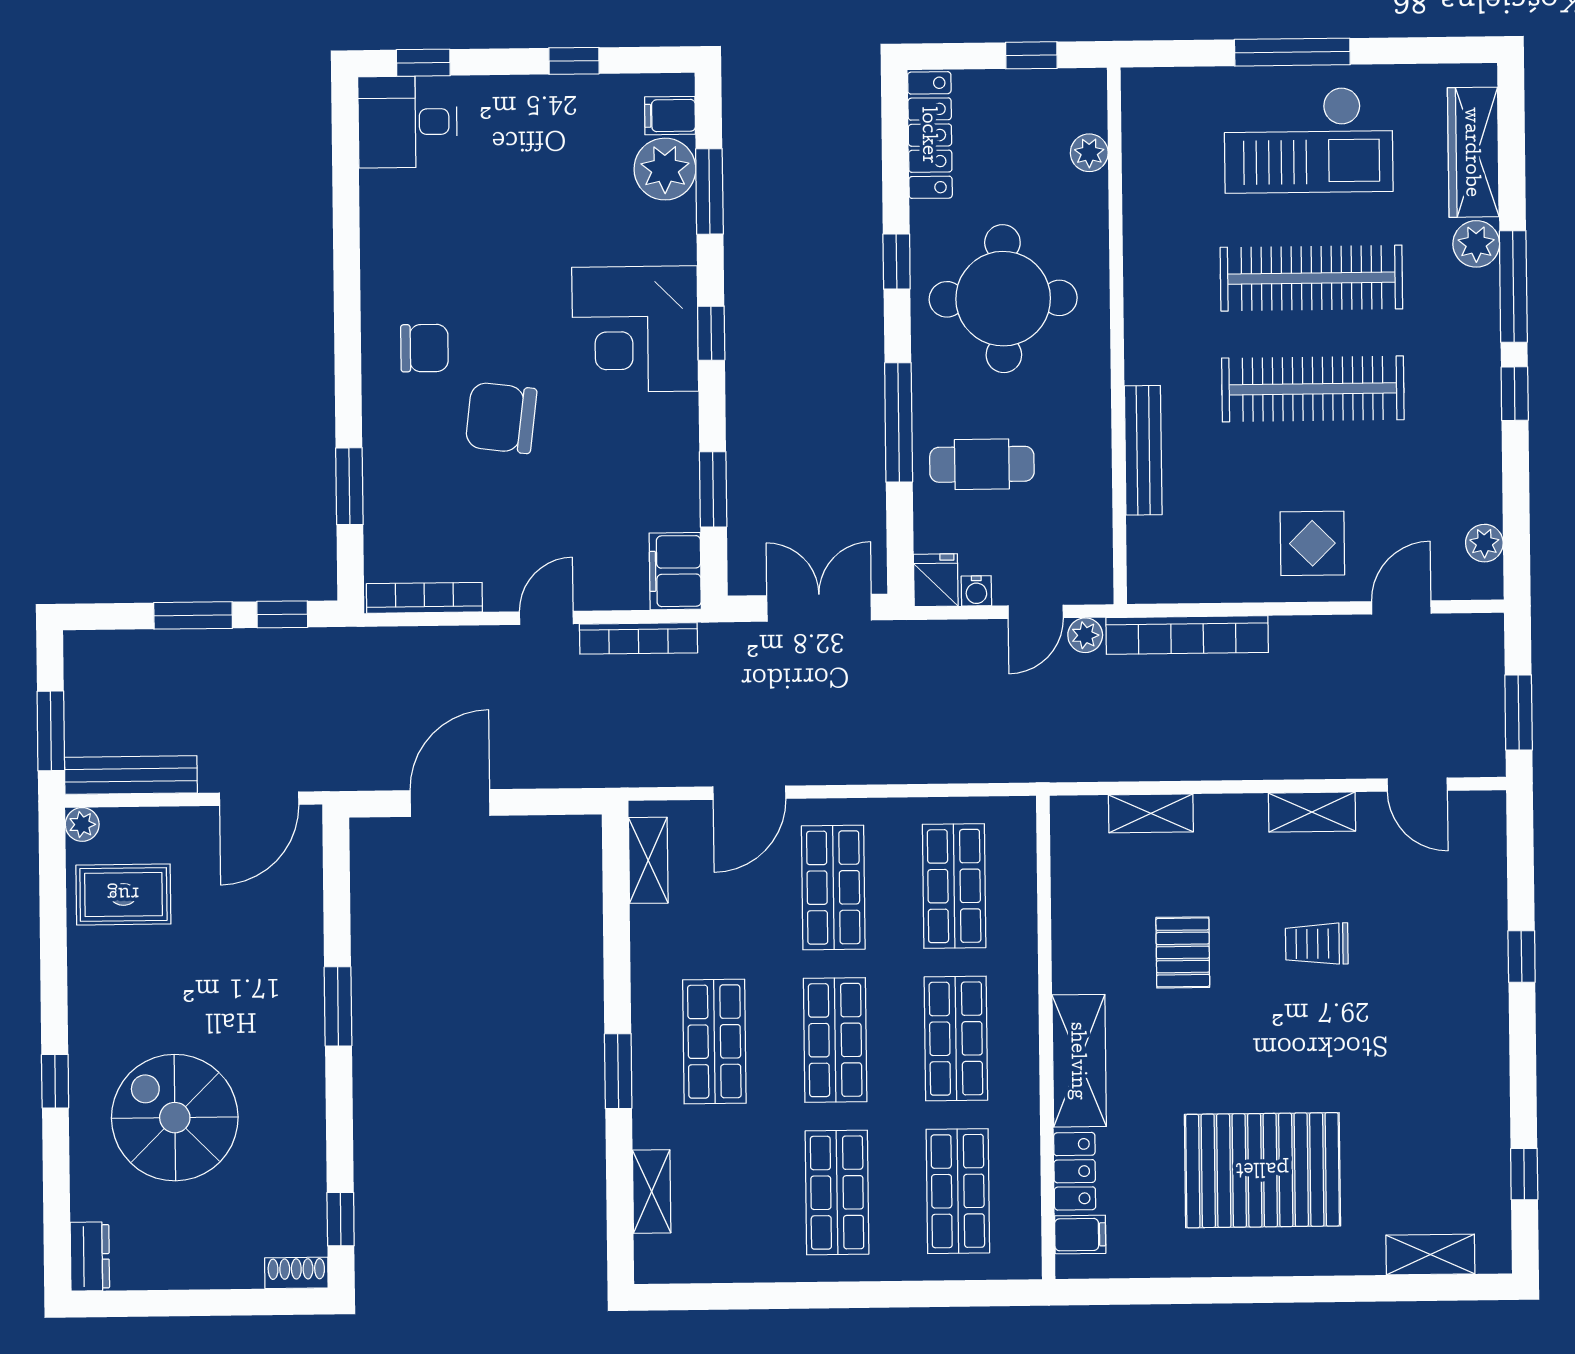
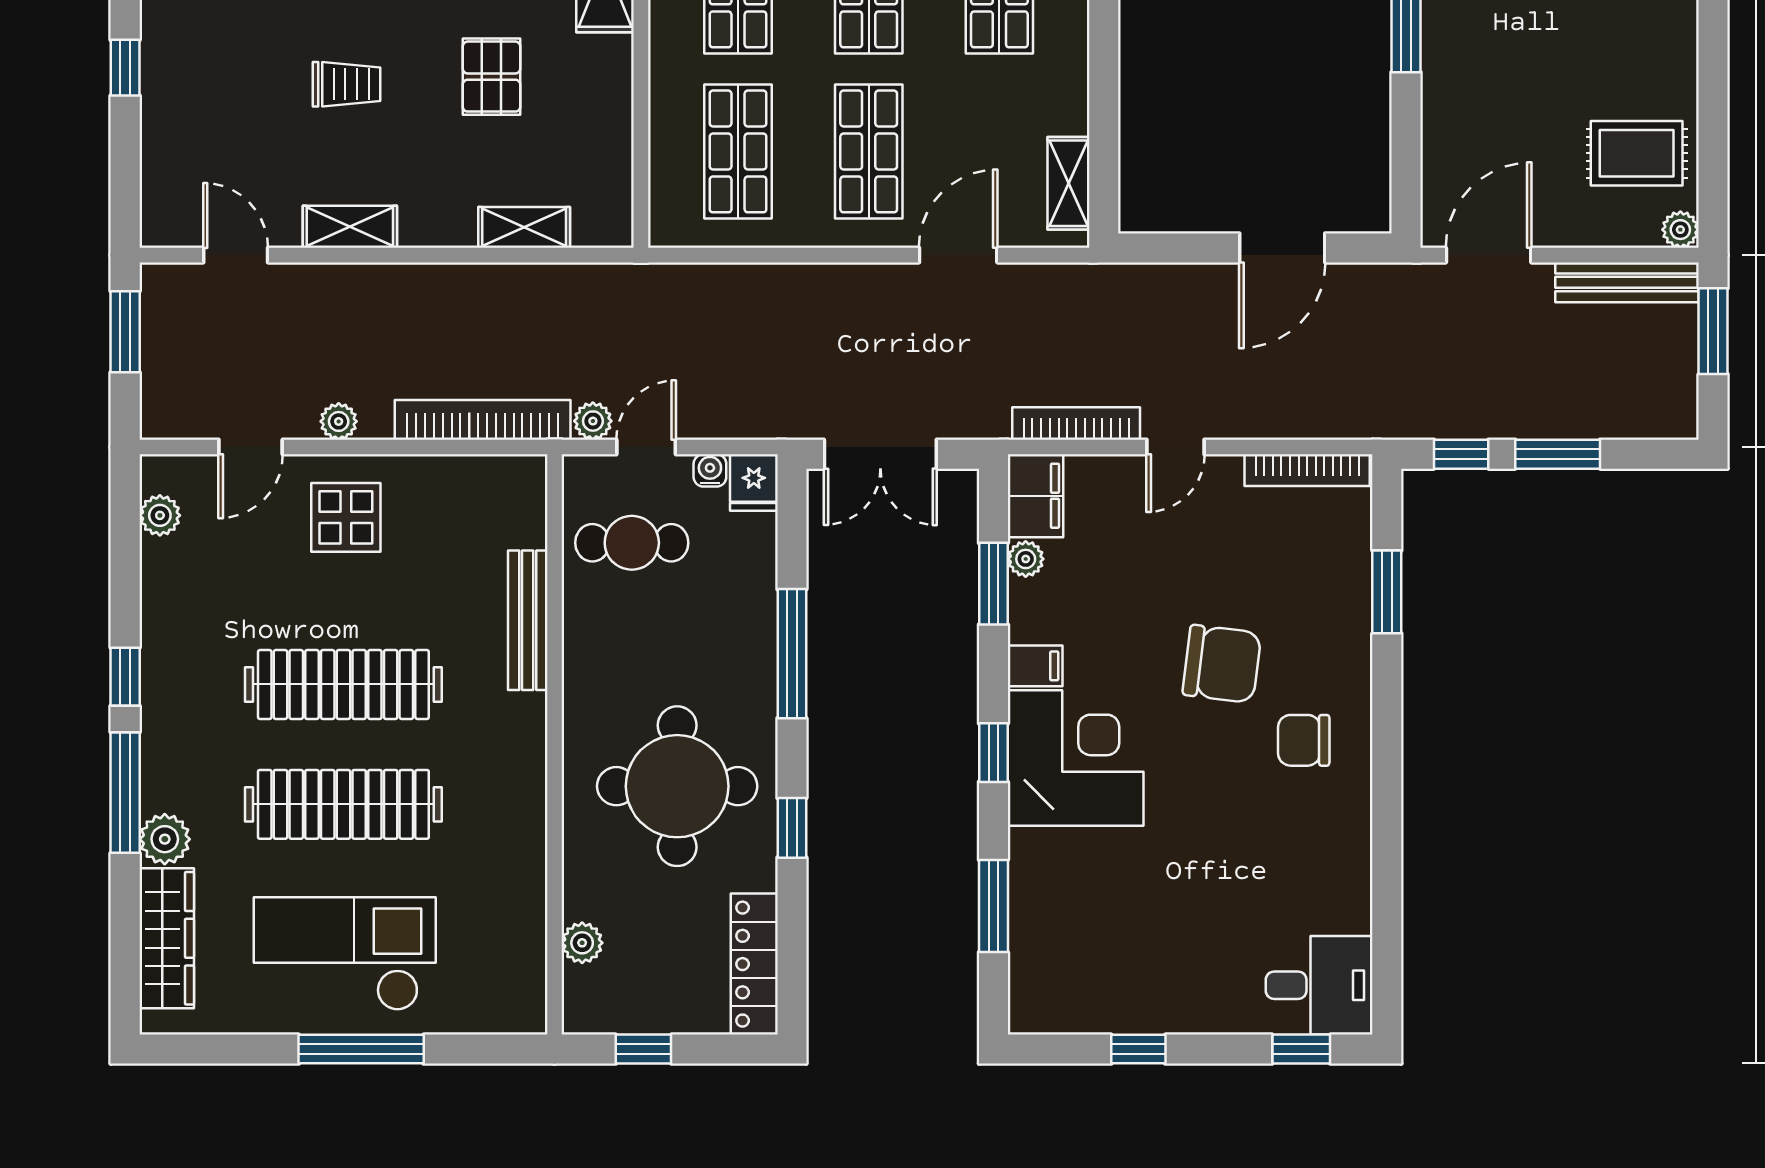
filing cabinet: (670, 116) -> (1035, 666), moved
plant: (665, 169) -> (1026, 559), moved, width x0.53, depth x0.53
cafe table: (982, 464) -> (632, 543), moved
plant: (1320, 632) -> (339, 421), added

